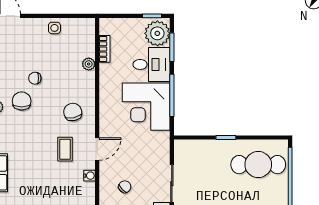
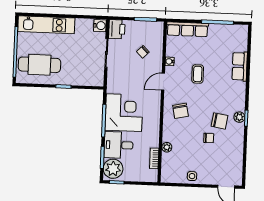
chair: (22, 101) -> (220, 121), turned -81
coffee table: (65, 149) -> (198, 74), moved

